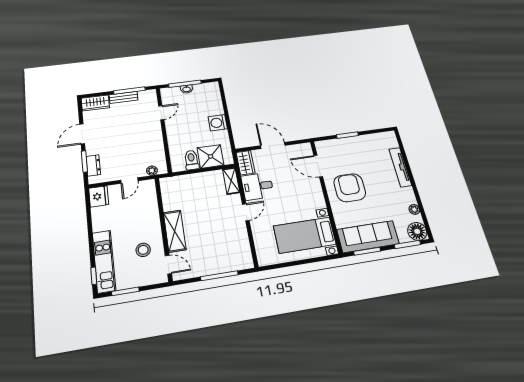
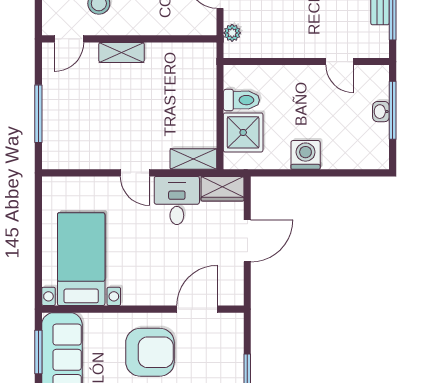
shelving: (175, 231) -> (122, 52), width x0.67, depth x0.75

